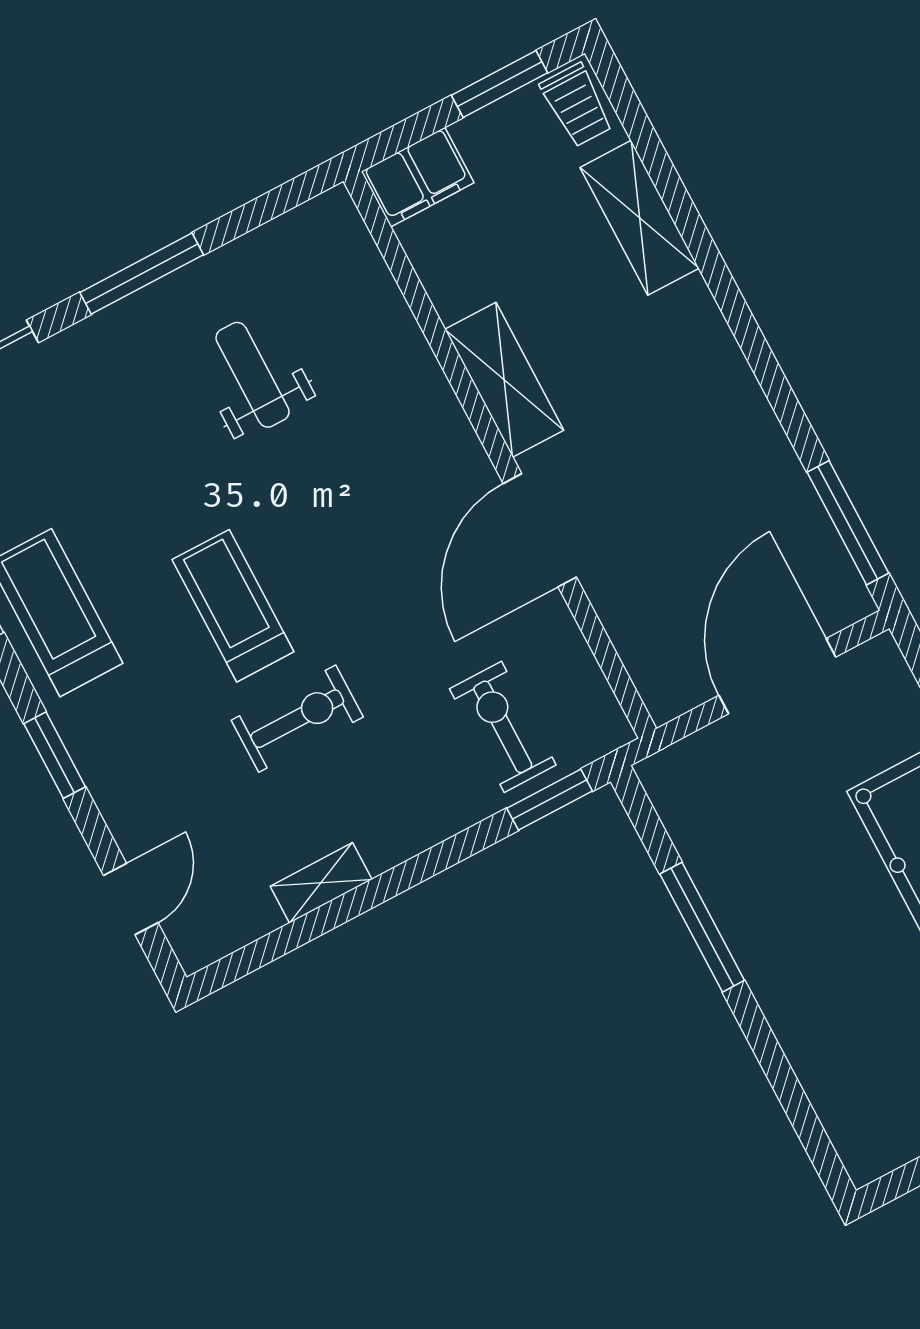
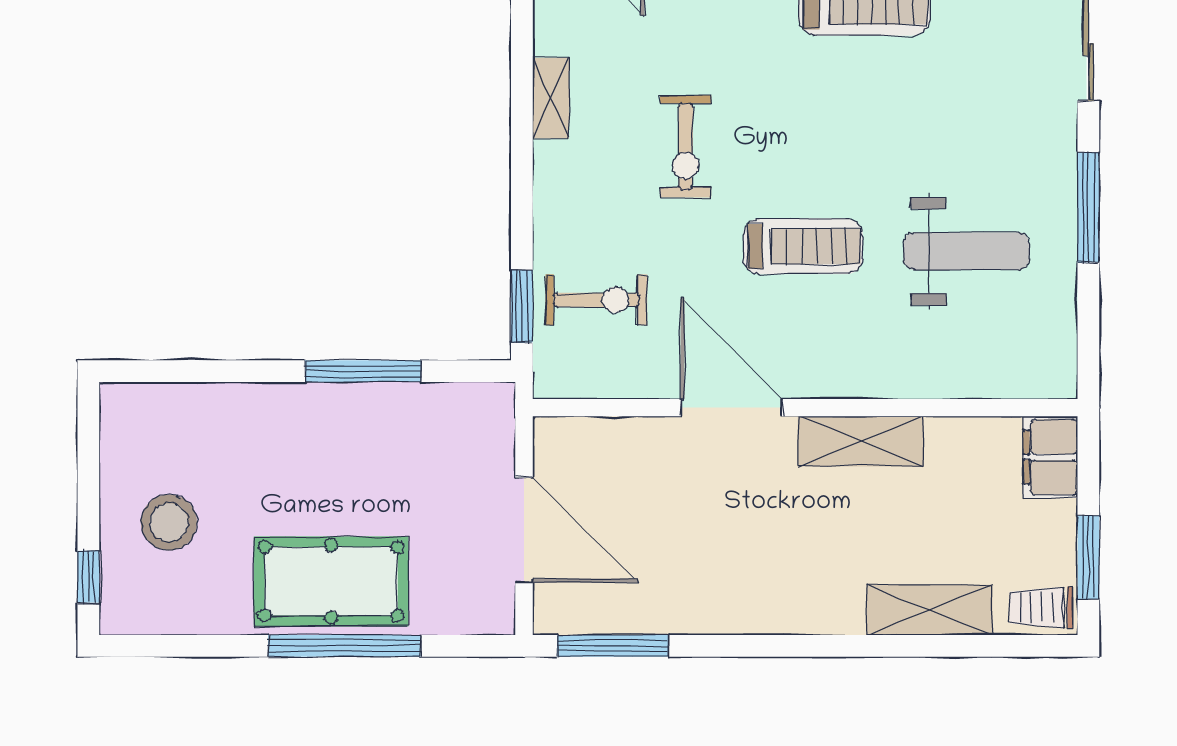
weight bench: (253, 375) -> (966, 251), width x1.36, depth x1.33
treadmill: (233, 606) -> (803, 246), moved

